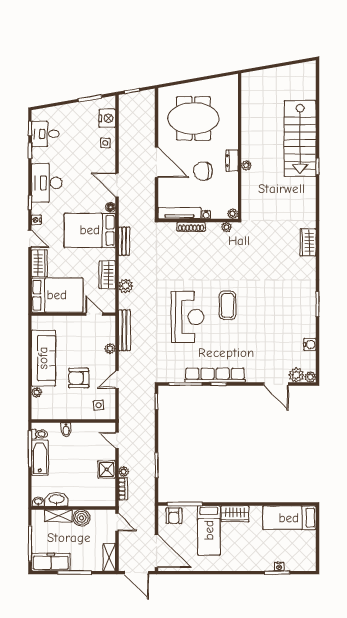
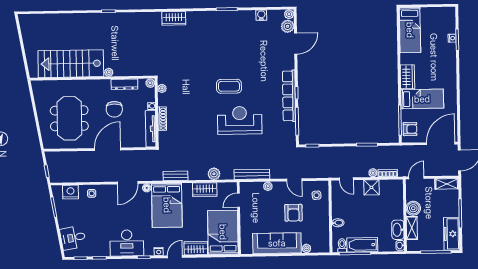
desk: (45, 134) -> (73, 238), moved, turned 80
stairs: (300, 139) -> (71, 64), moved, turned 180
dresser: (232, 161) -> (124, 84), moved, width x1.44
door: (117, 440) -> (346, 179), hinge flipped

